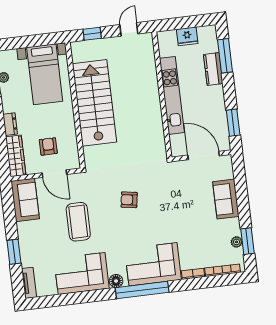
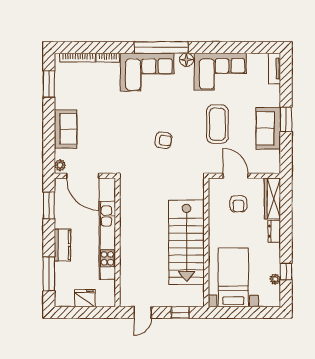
kitchen counter: (213, 69) -> (62, 245), moved
sofa: (25, 200) -> (268, 128), moved
plant: (236, 242) -> (60, 165), moved
window: (14, 252) -> (286, 119), moved

